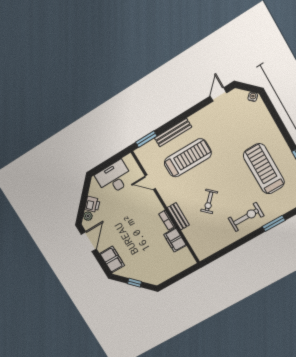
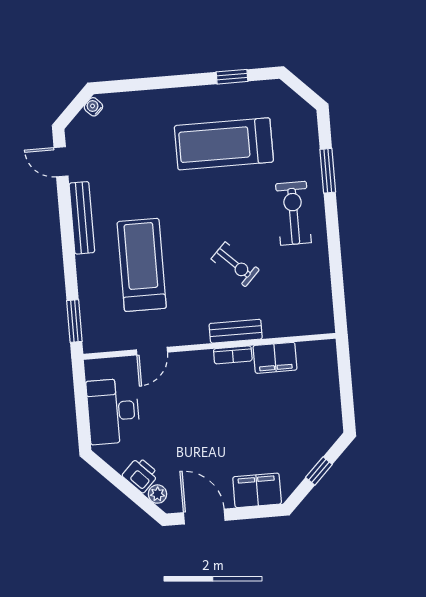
bench: (173, 133) -> (82, 218), moved

